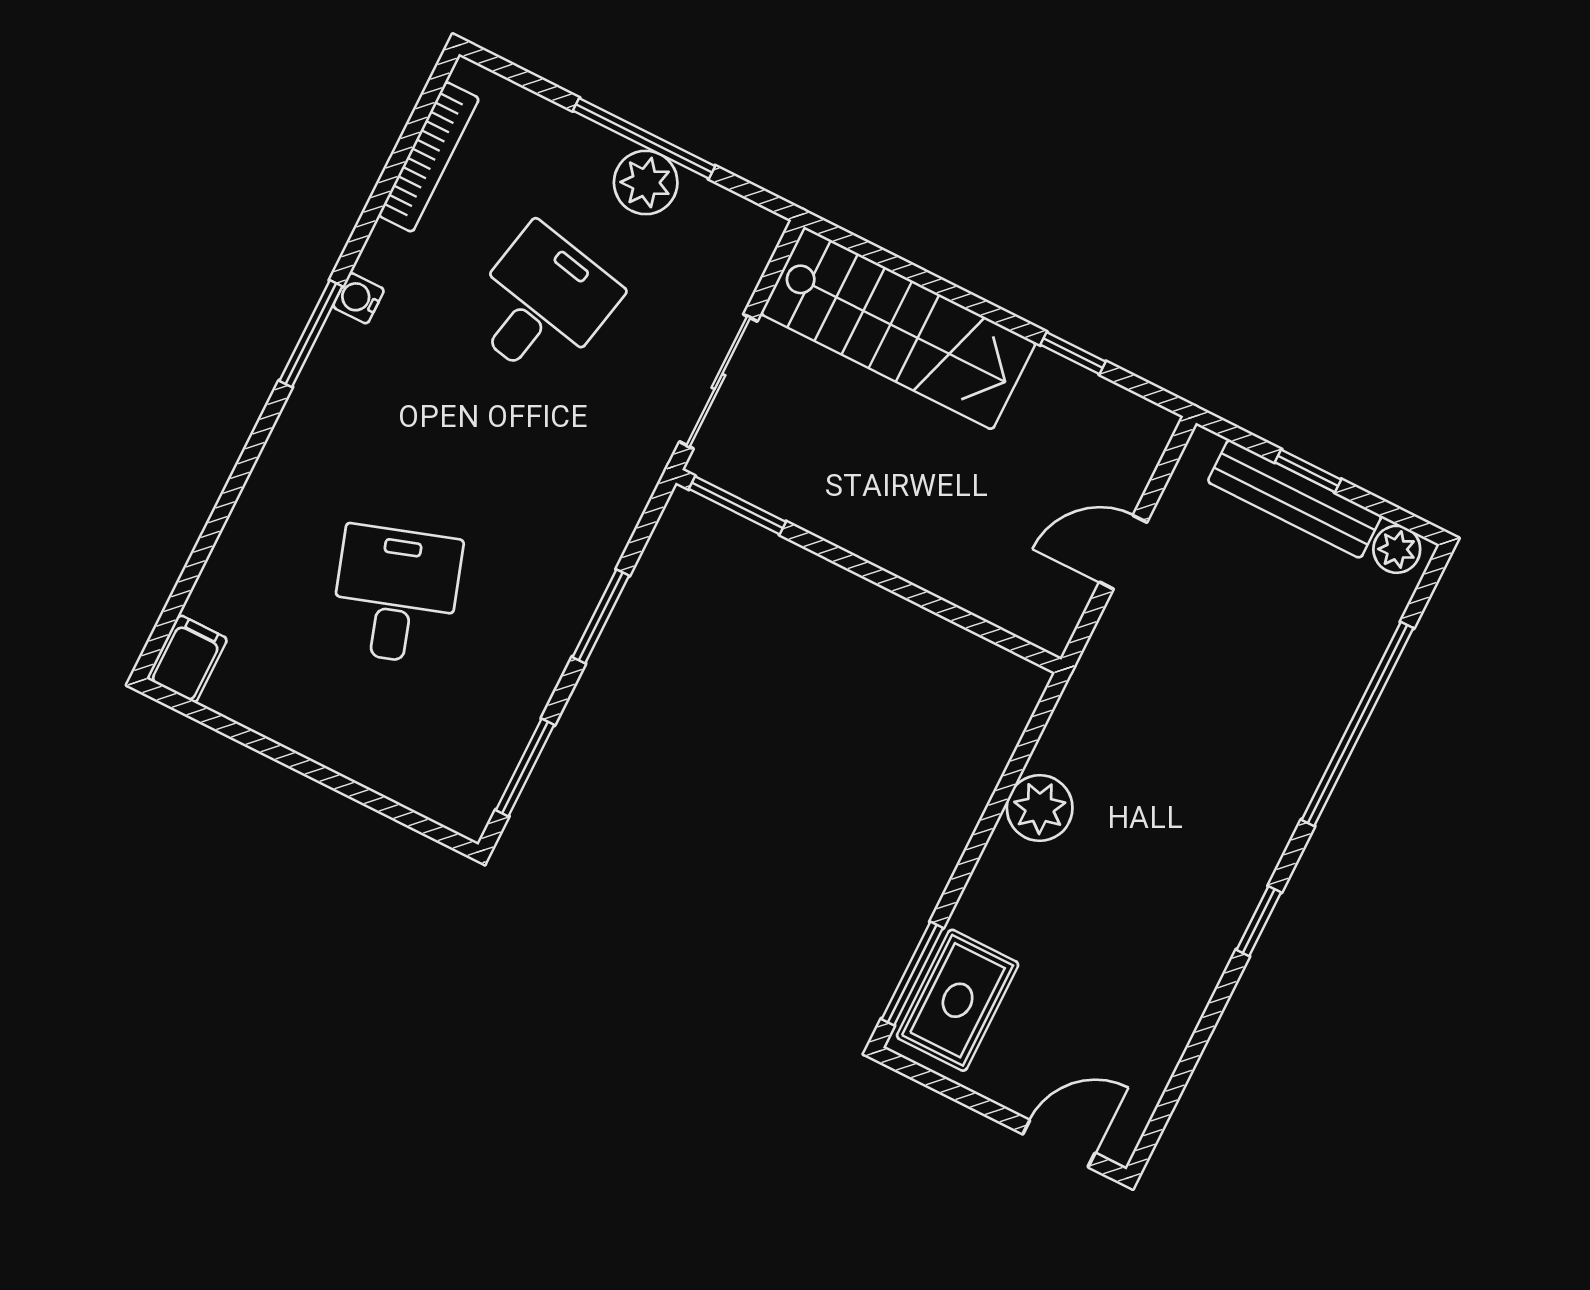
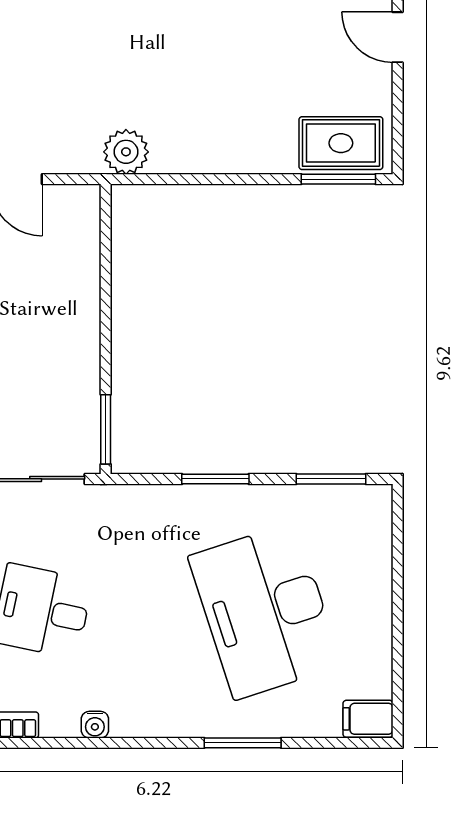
window: (311, 334) -> (243, 743), moved
desk: (396, 595) -> (265, 611), width x1.87, depth x1.30
plant: (1040, 808) -> (126, 152), moved

